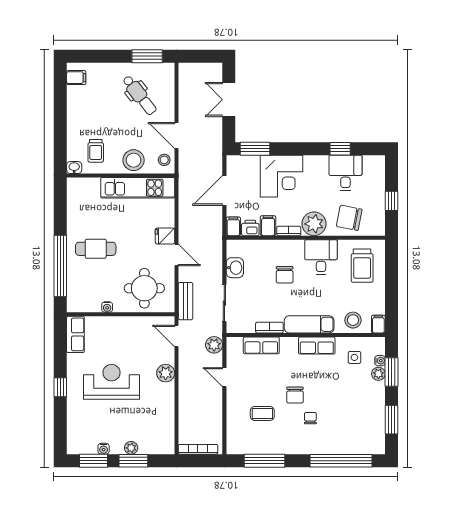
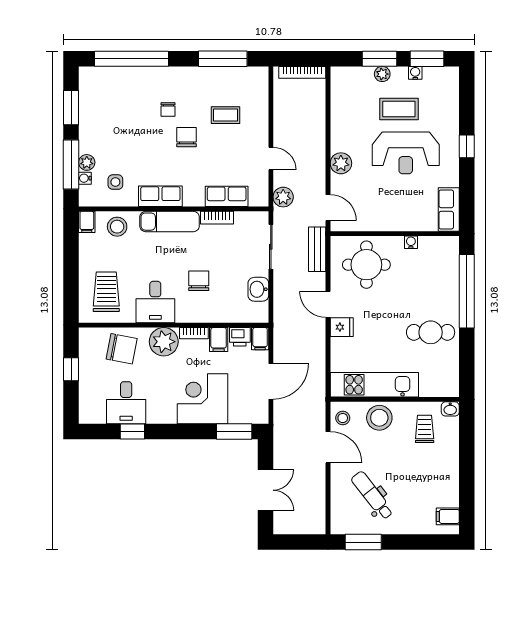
cafe table: (96, 249) -> (431, 332), moved
window: (392, 372) -> (71, 165), width x1.44
coffee table: (117, 419) -> (399, 109), added

